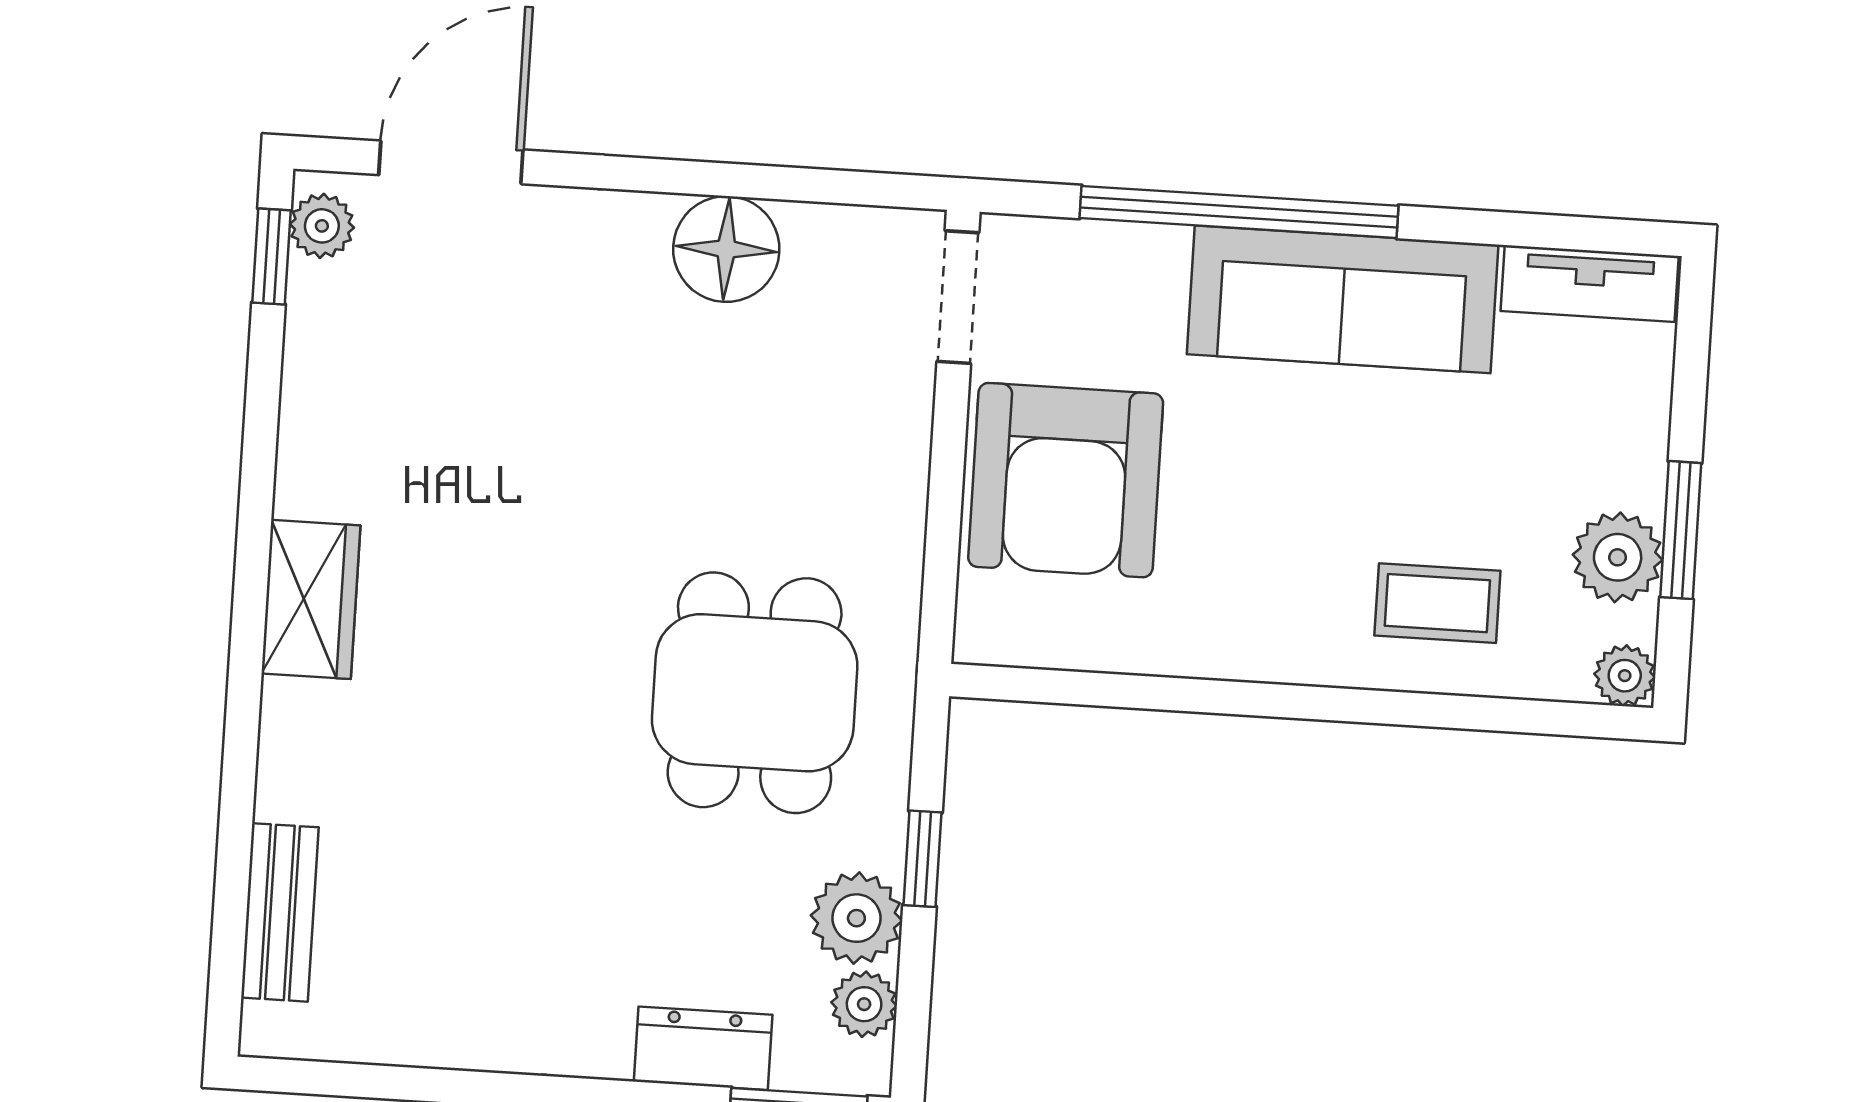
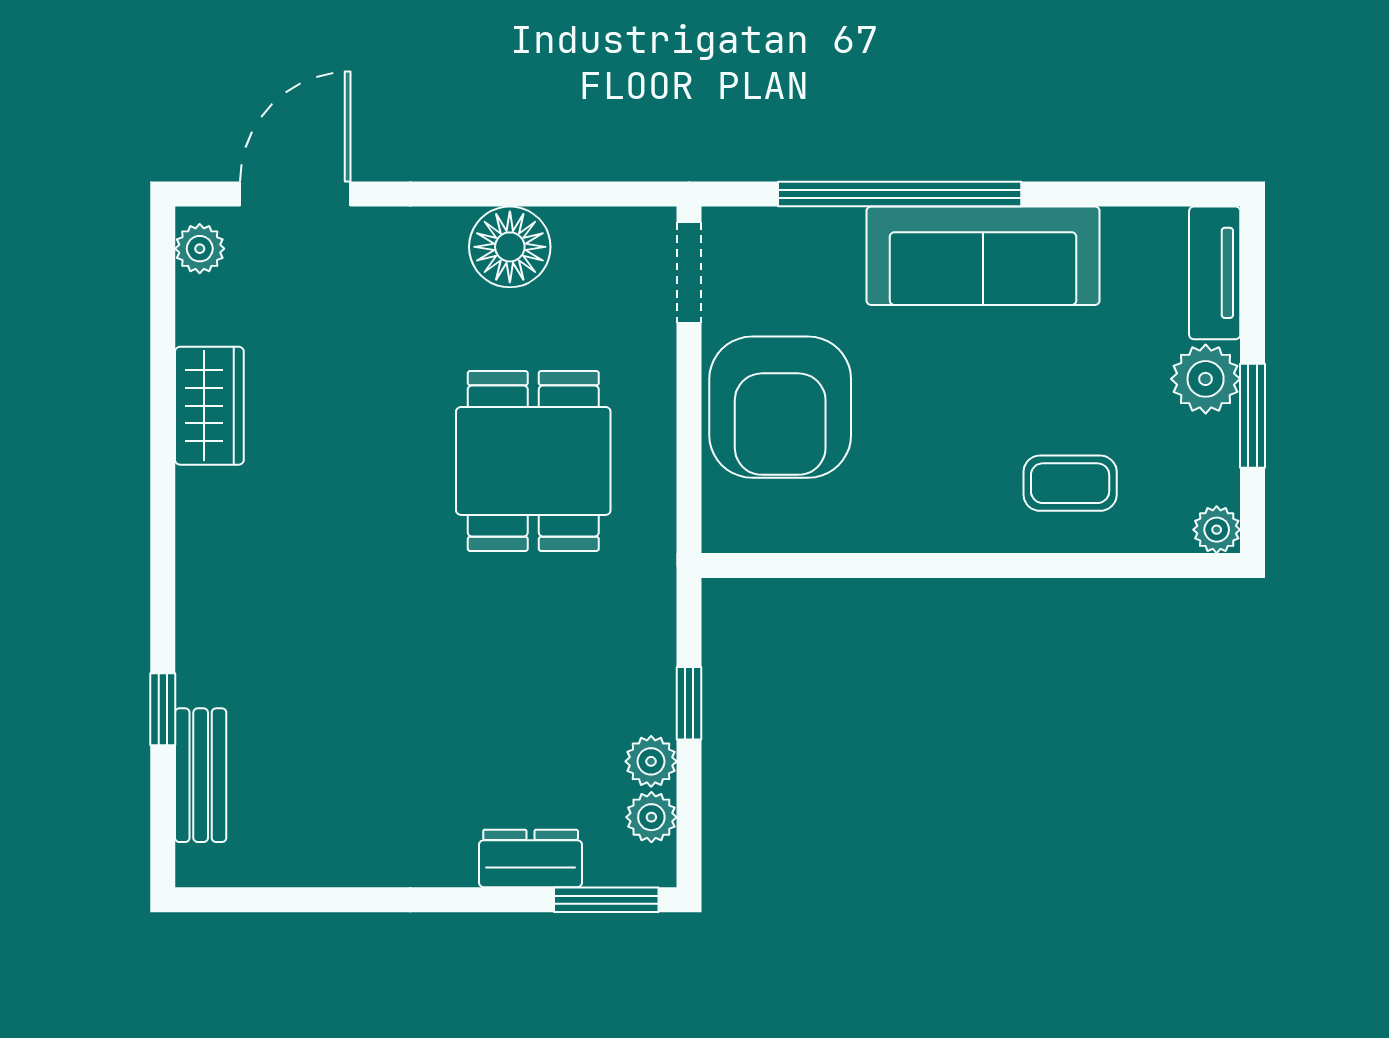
window: (271, 256) -> (163, 709), moved
tv unit: (1590, 283) -> (1215, 273), moved, turned 90
plant: (1618, 557) -> (1206, 379), moved
wardrobe: (311, 599) -> (209, 406), moved
dining table: (755, 693) -> (533, 461), moved
plant: (856, 918) -> (651, 761), width x0.73, depth x0.73

